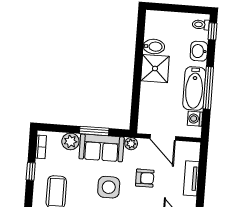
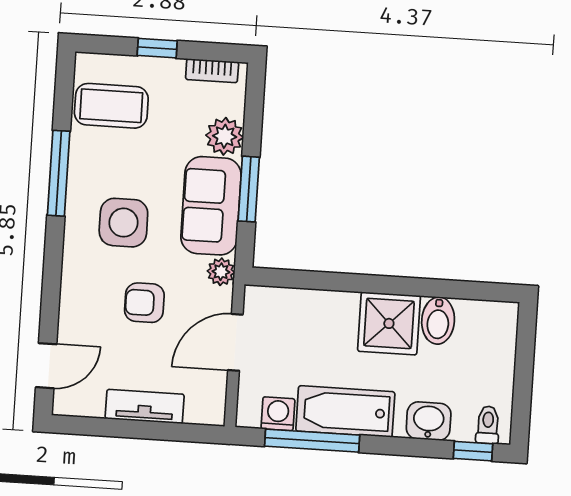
window: (208, 88) -> (312, 441), moved
armchair: (145, 178) -> (144, 303), turned 90

